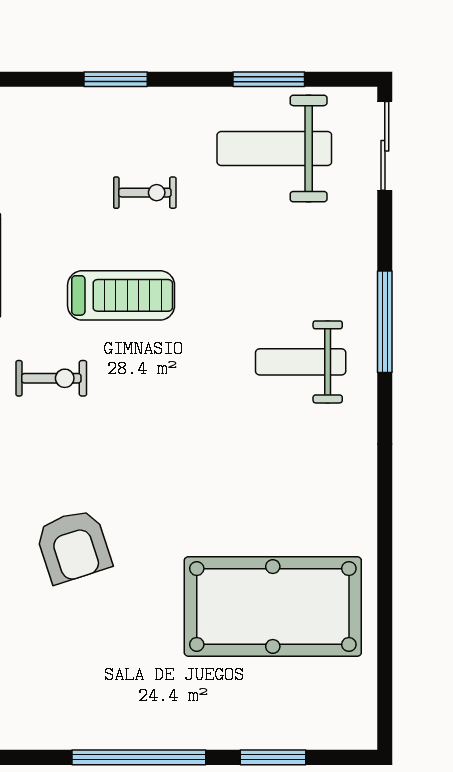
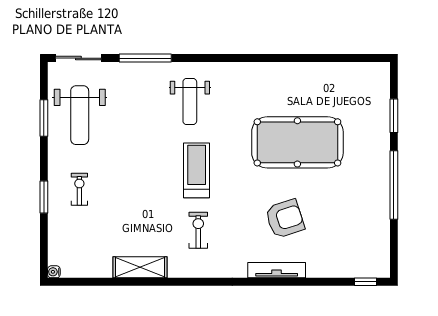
exercise bike: (145, 193) -> (79, 189), moved
treadmill: (121, 295) -> (197, 170), moved
window: (385, 322) -> (145, 58), moved
pool table: (273, 606) -> (297, 142), moved, turned 90

